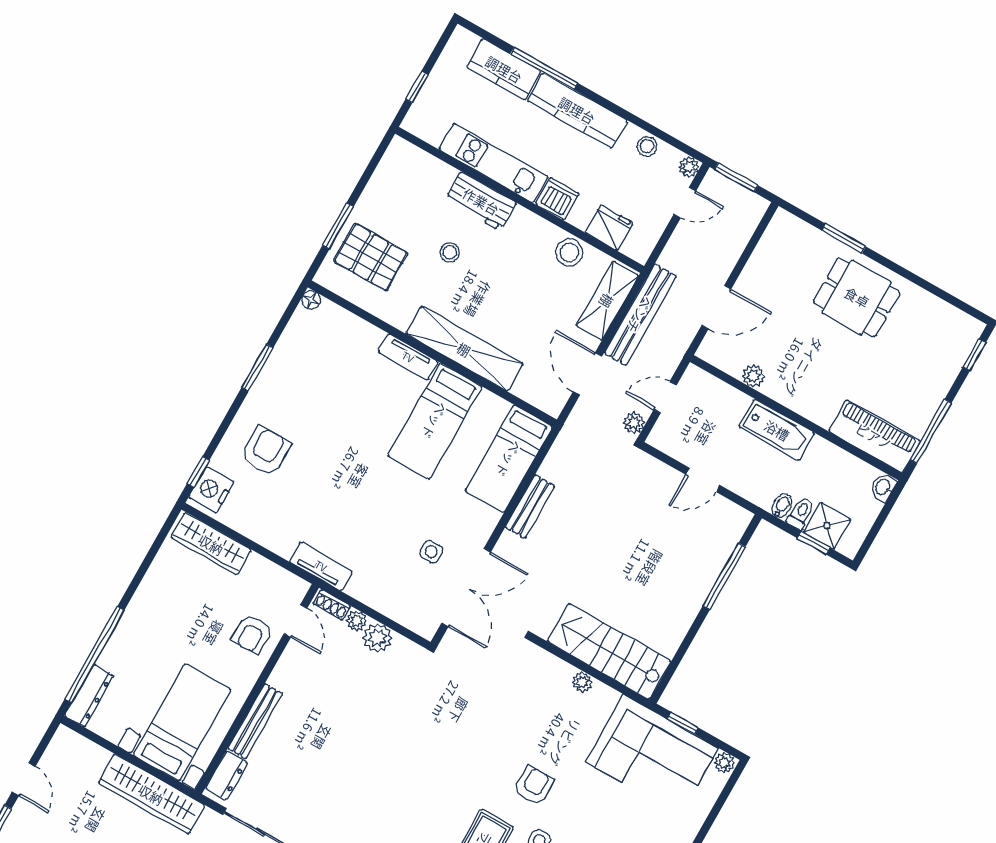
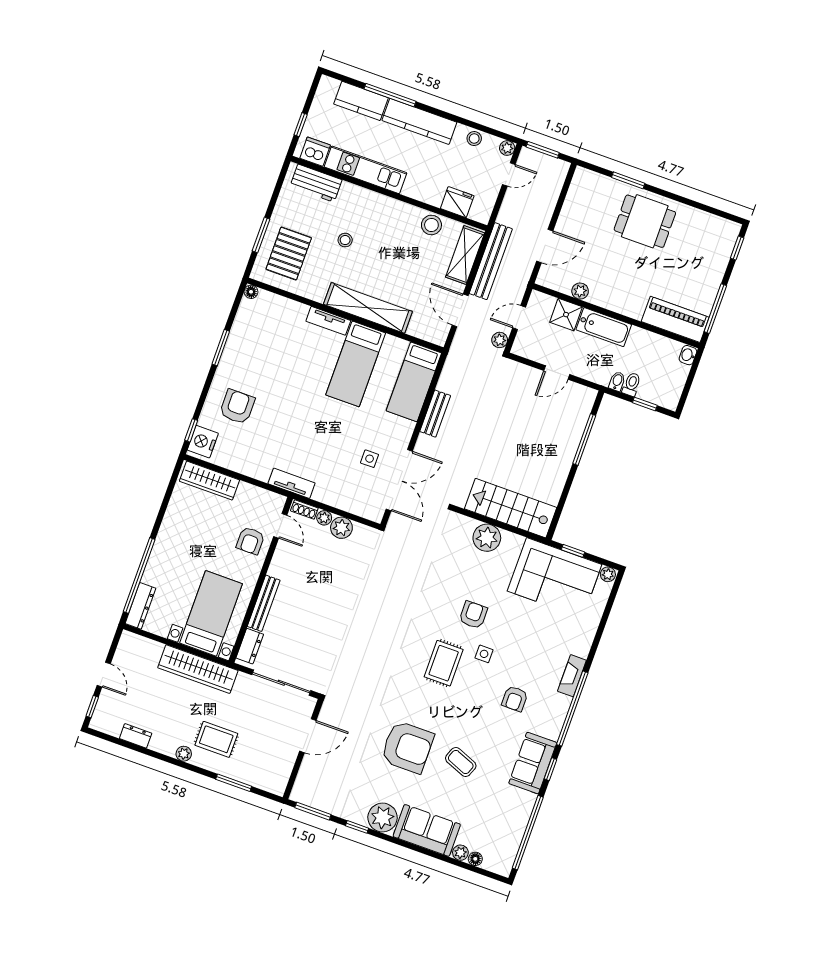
dishwasher: (557, 199) -> (315, 152), moved
workbench: (481, 201) -> (316, 183), moved
pallet: (371, 257) -> (289, 254), turned 90
shower: (827, 526) -> (566, 315), moved
plant: (582, 682) -> (487, 538), width x1.88, depth x1.88

